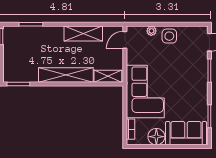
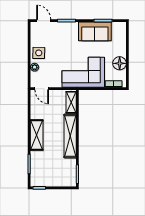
shelving: (83, 33) -> (37, 135), moved
sofa: (186, 133) -> (95, 31), moved, turned -90

